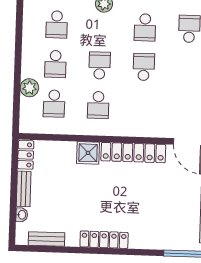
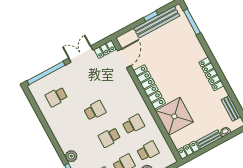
school desk: (145, 27) -> (71, 124), removed
school desk: (144, 67) -> (95, 111), turned 180
shower: (88, 153) -> (174, 116), width x1.86, depth x1.86

